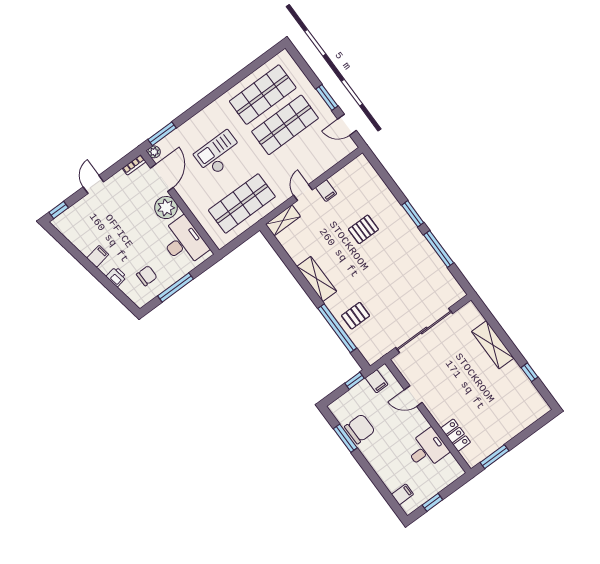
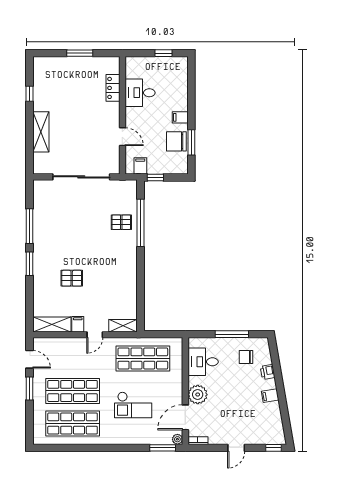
desk: (183, 242) -> (203, 362), width x0.73
shelving: (317, 279) -> (52, 325), moved, turned 90
window: (494, 457) -> (80, 53), moved
filing cabinet: (403, 494) -> (180, 117), moved

